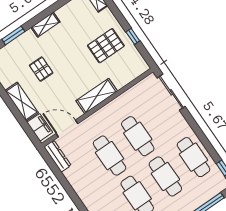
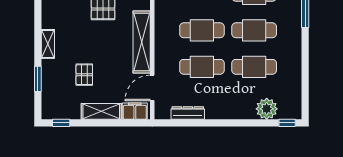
pallet: (41, 69) -> (84, 75), turned 90
shelving: (97, 96) -> (142, 42), width x1.47
dresser: (57, 156) -> (188, 113), moved

